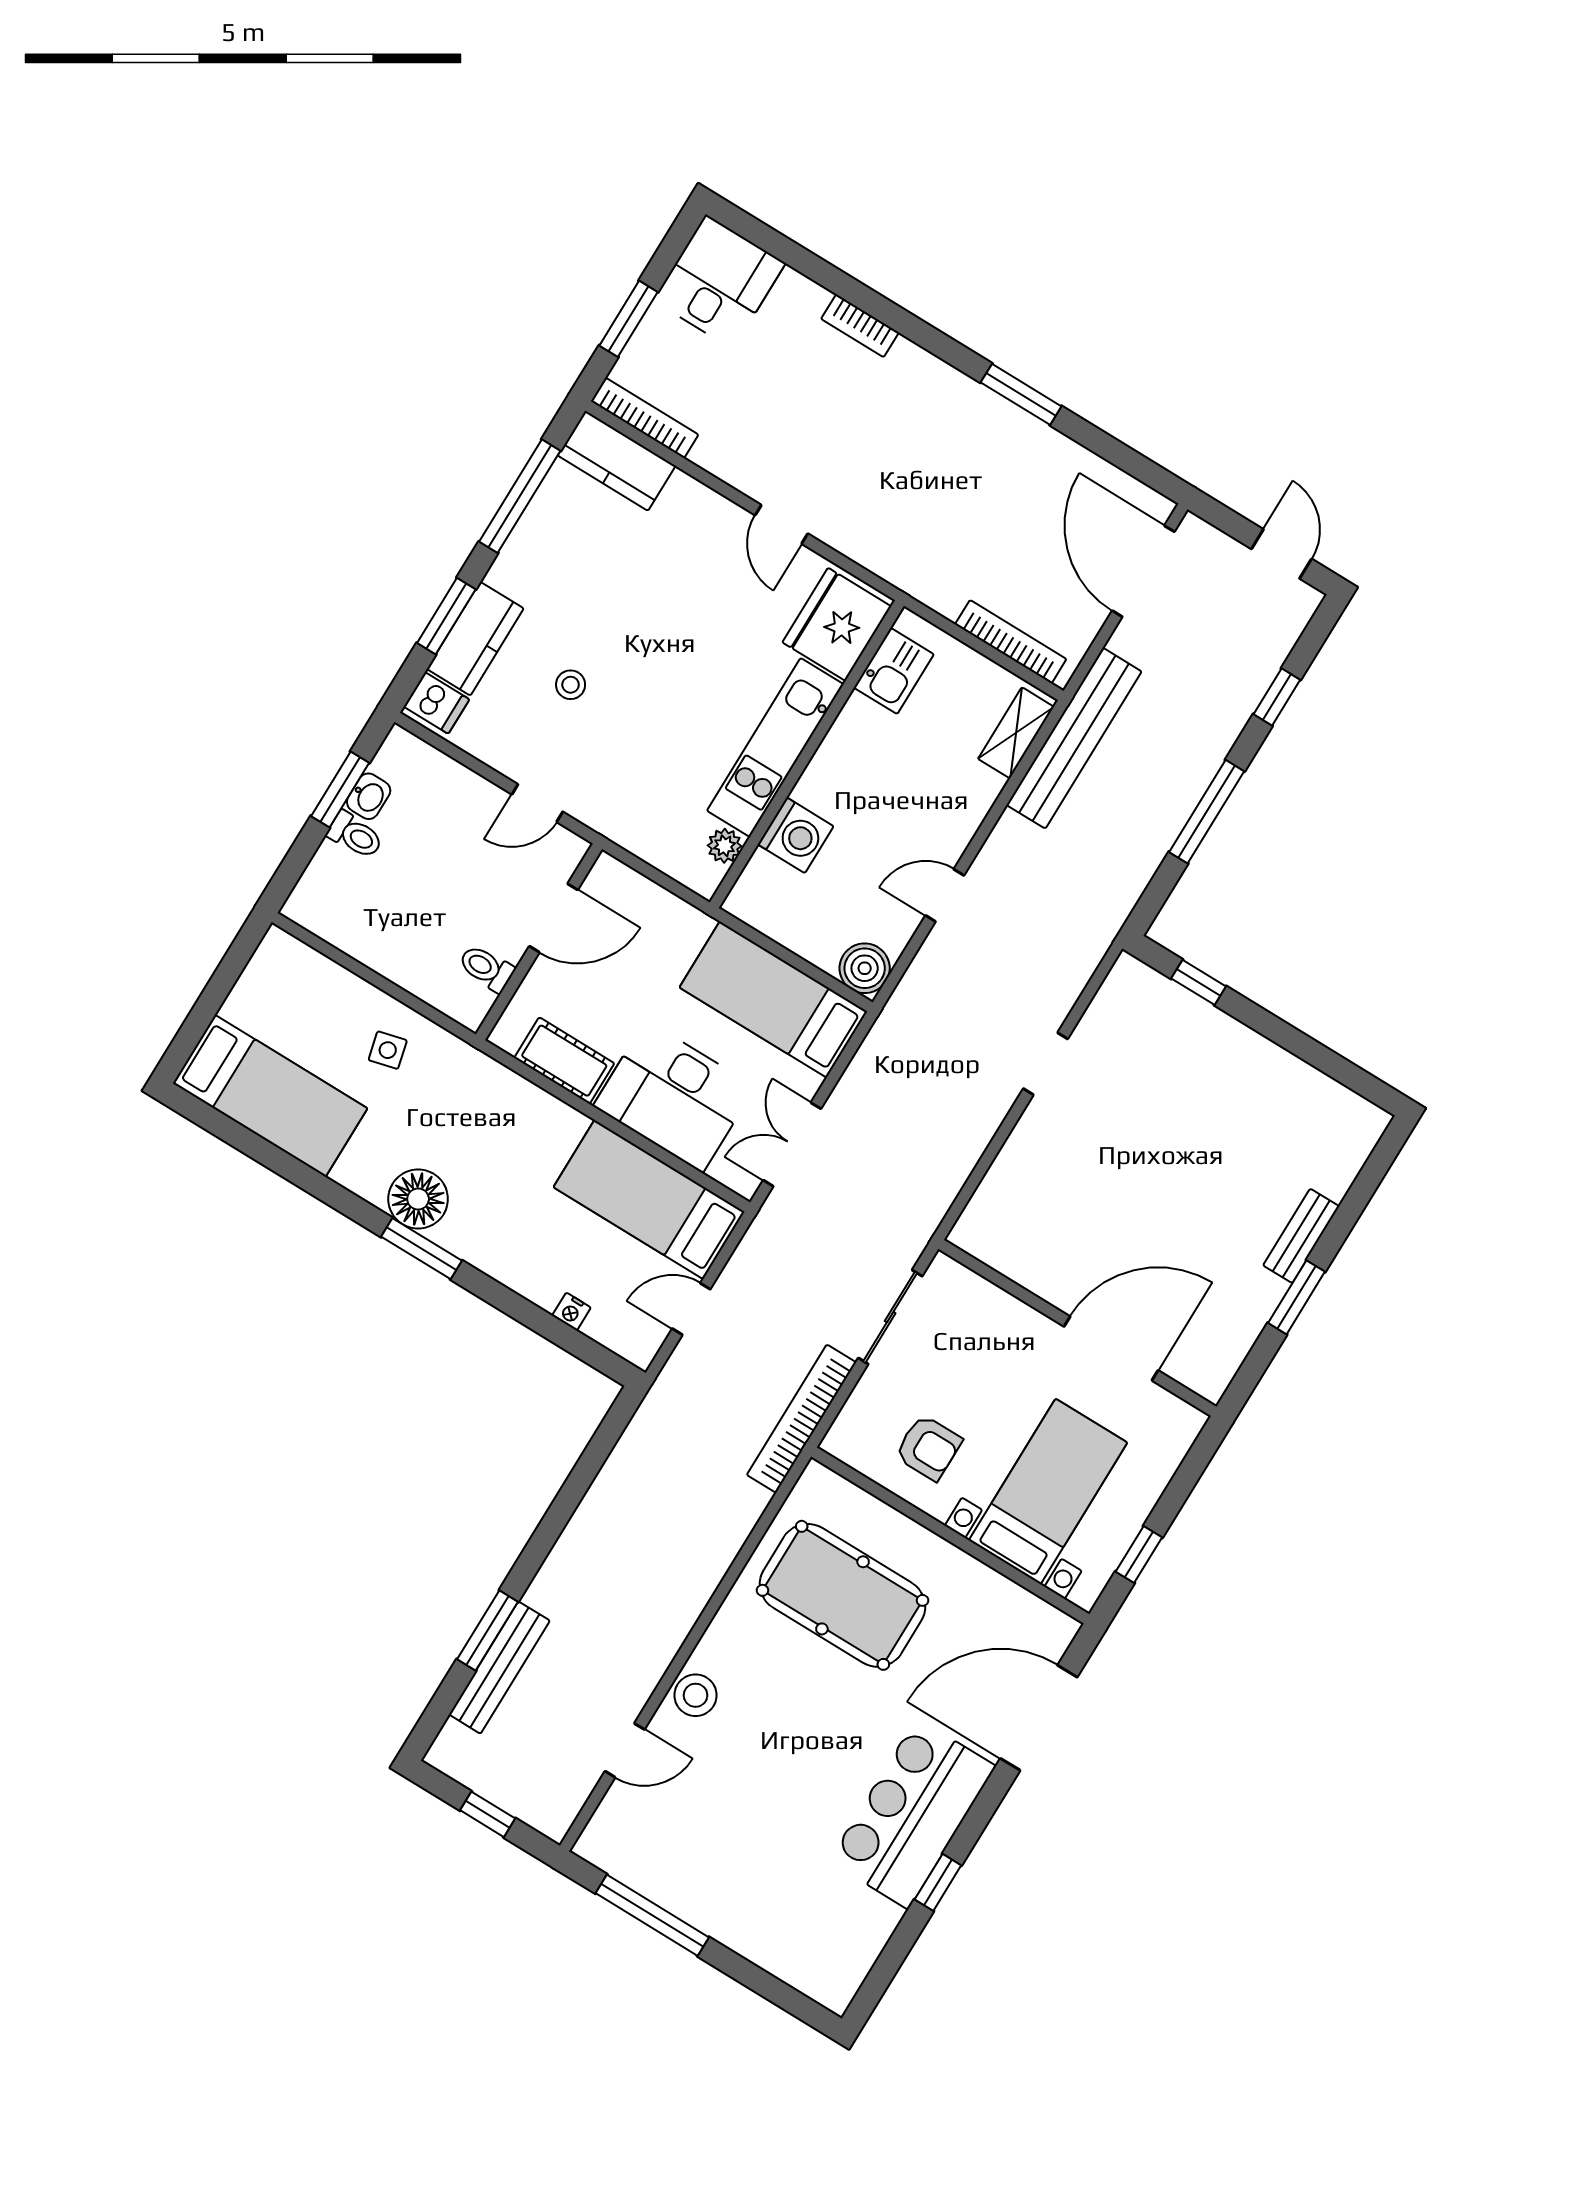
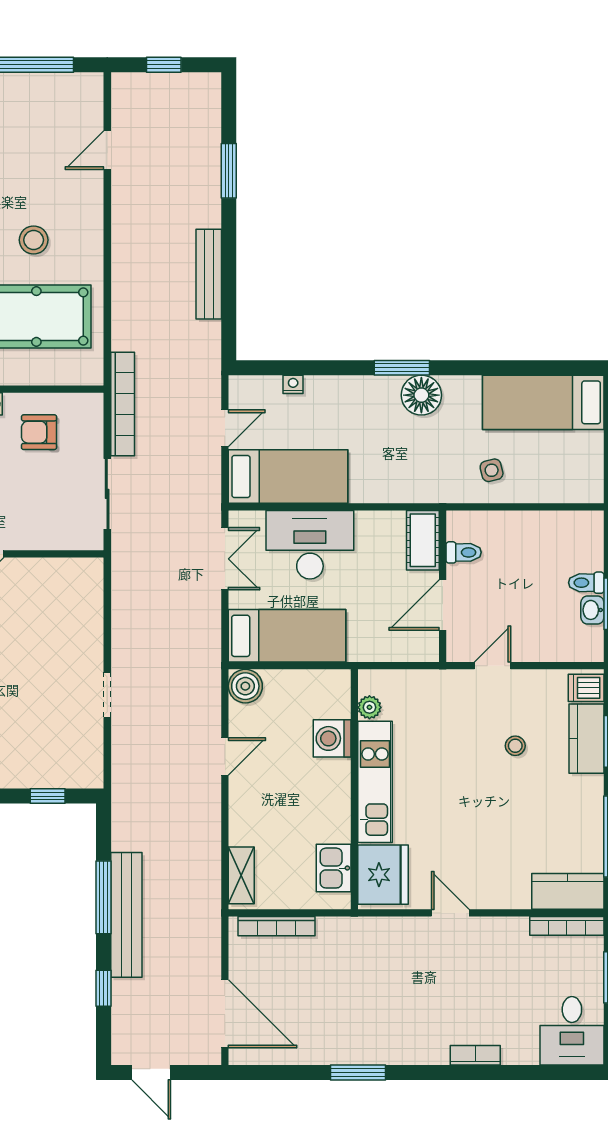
bench: (1074, 738) -> (126, 915), moved
cot: (564, 1061) -> (423, 540), moved, turned 90
bench: (499, 1668) -> (209, 274), moved
stool: (696, 1695) -> (34, 240), moved

